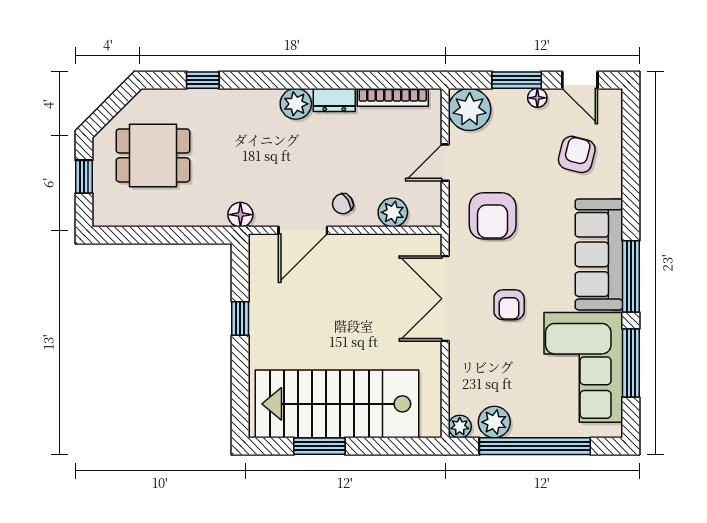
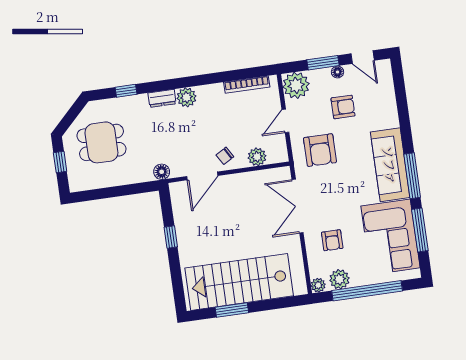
dresser: (334, 100) -> (162, 98), moved
armchair: (577, 154) -> (343, 107), moved, turned 76
armchair: (509, 305) -> (332, 240), moved

